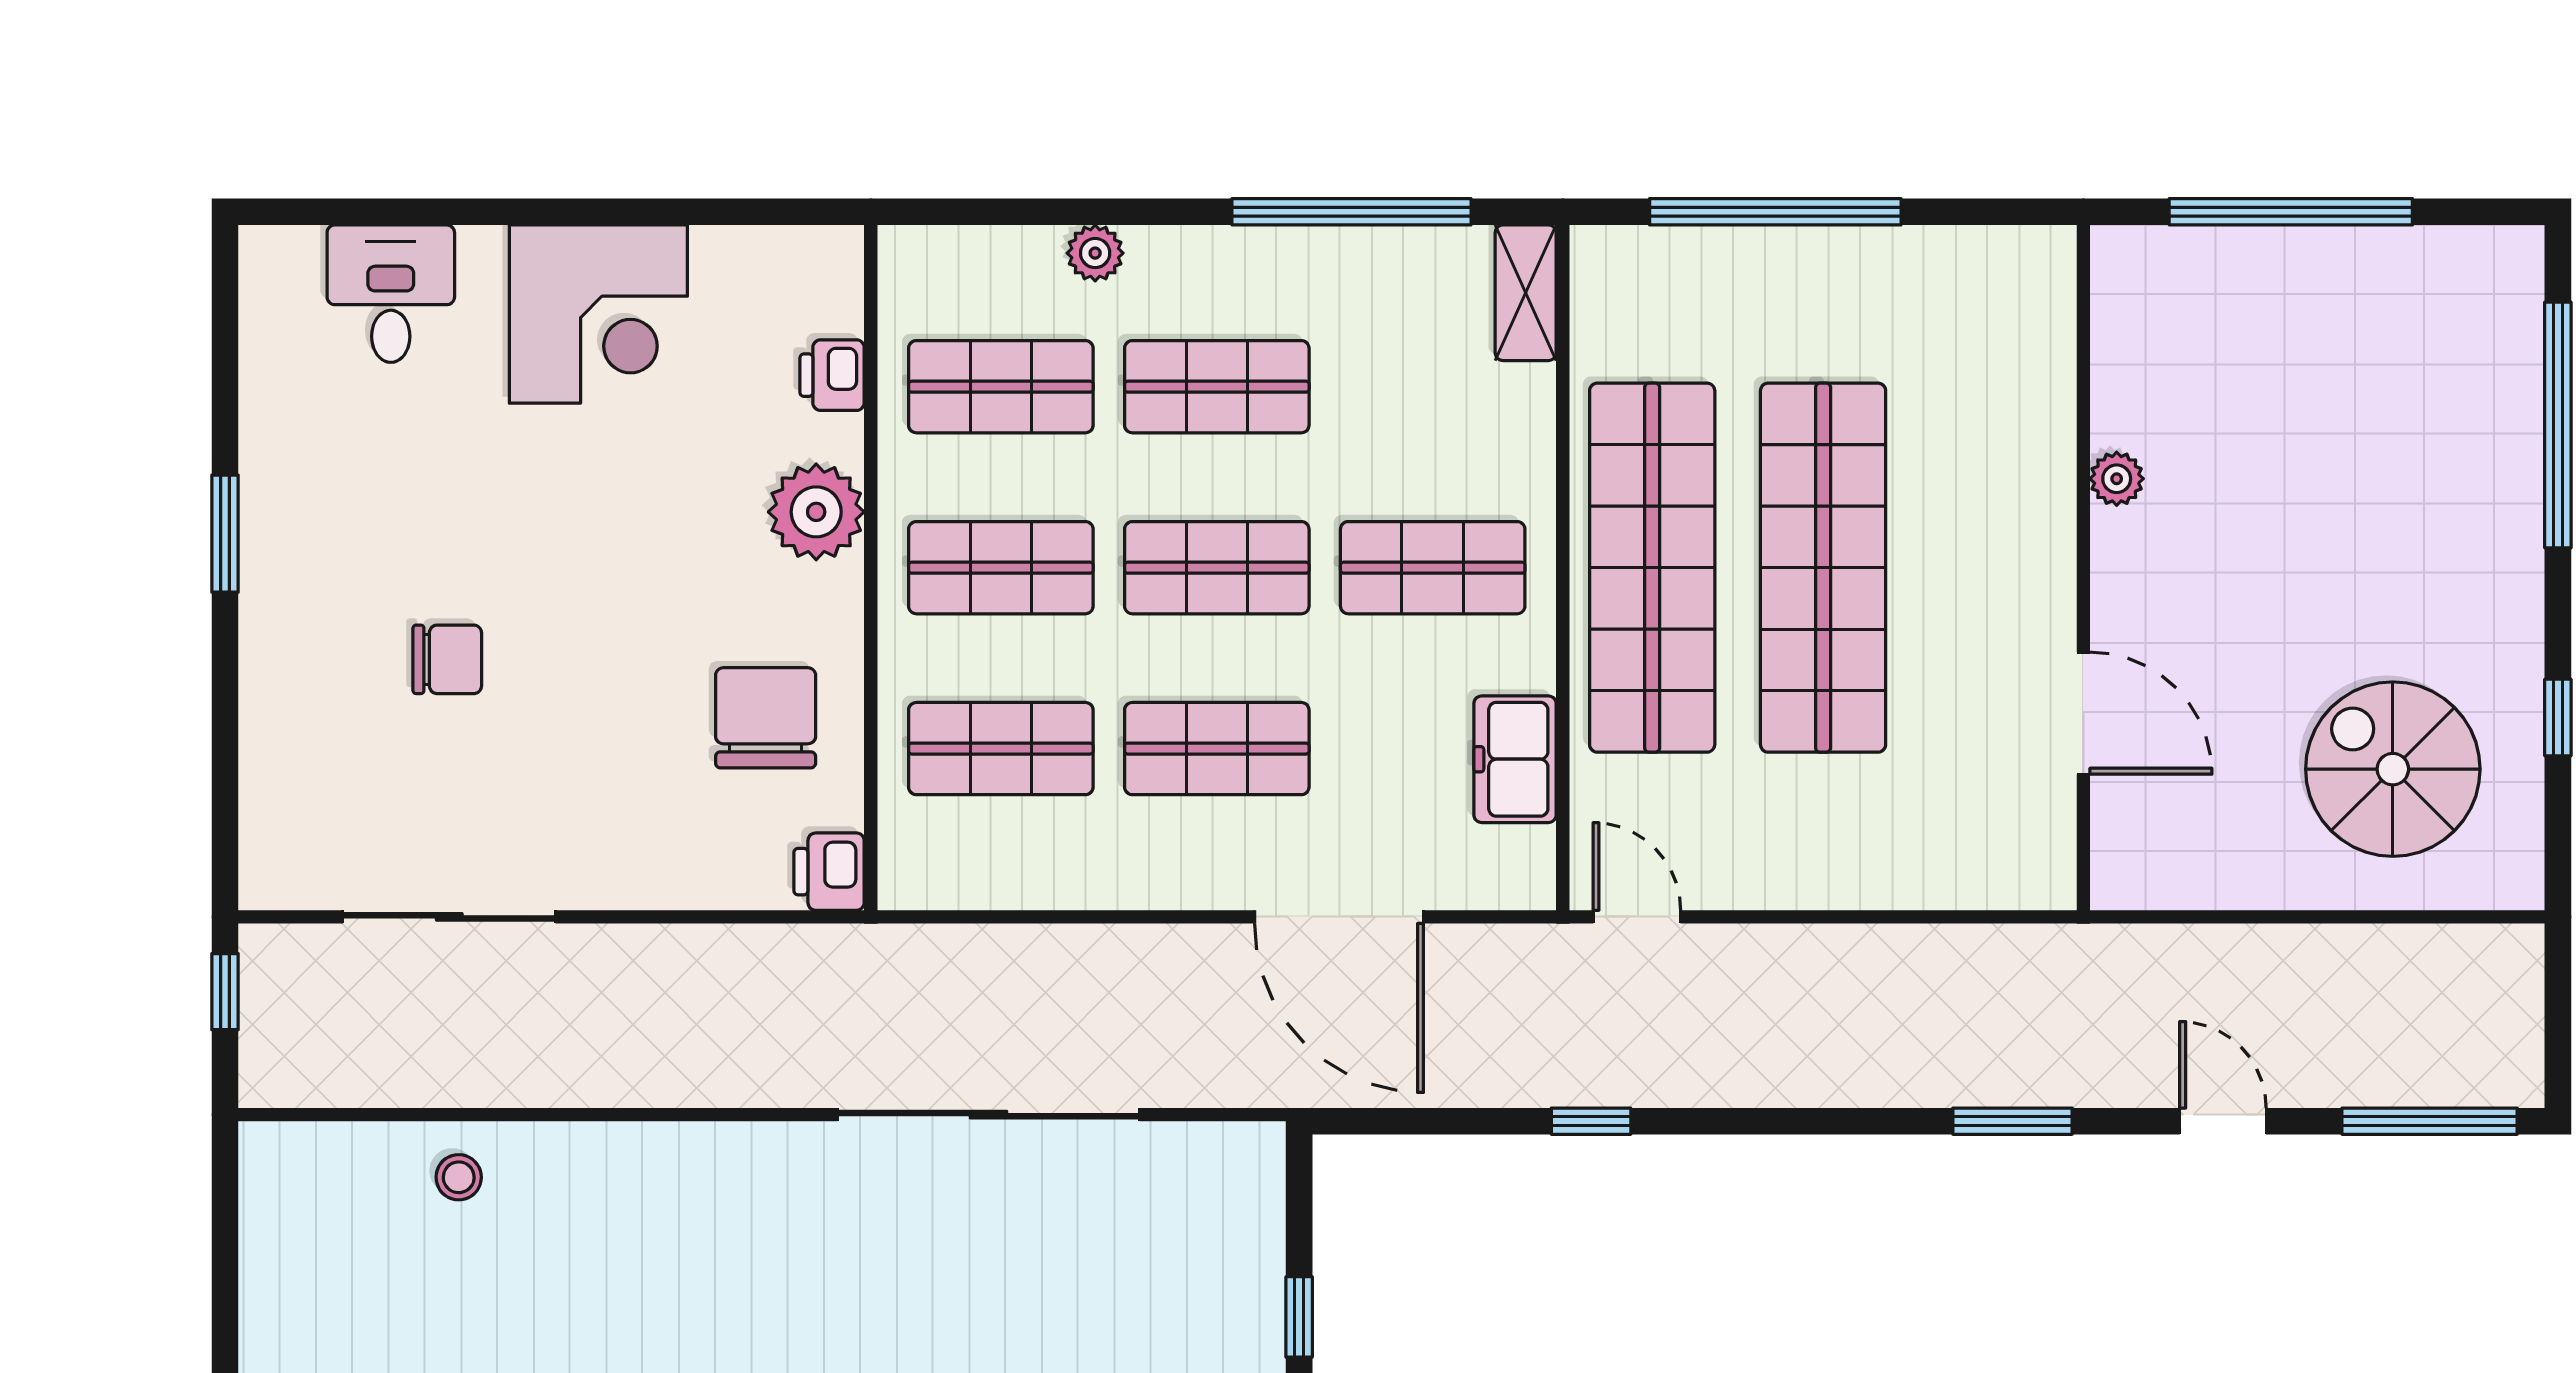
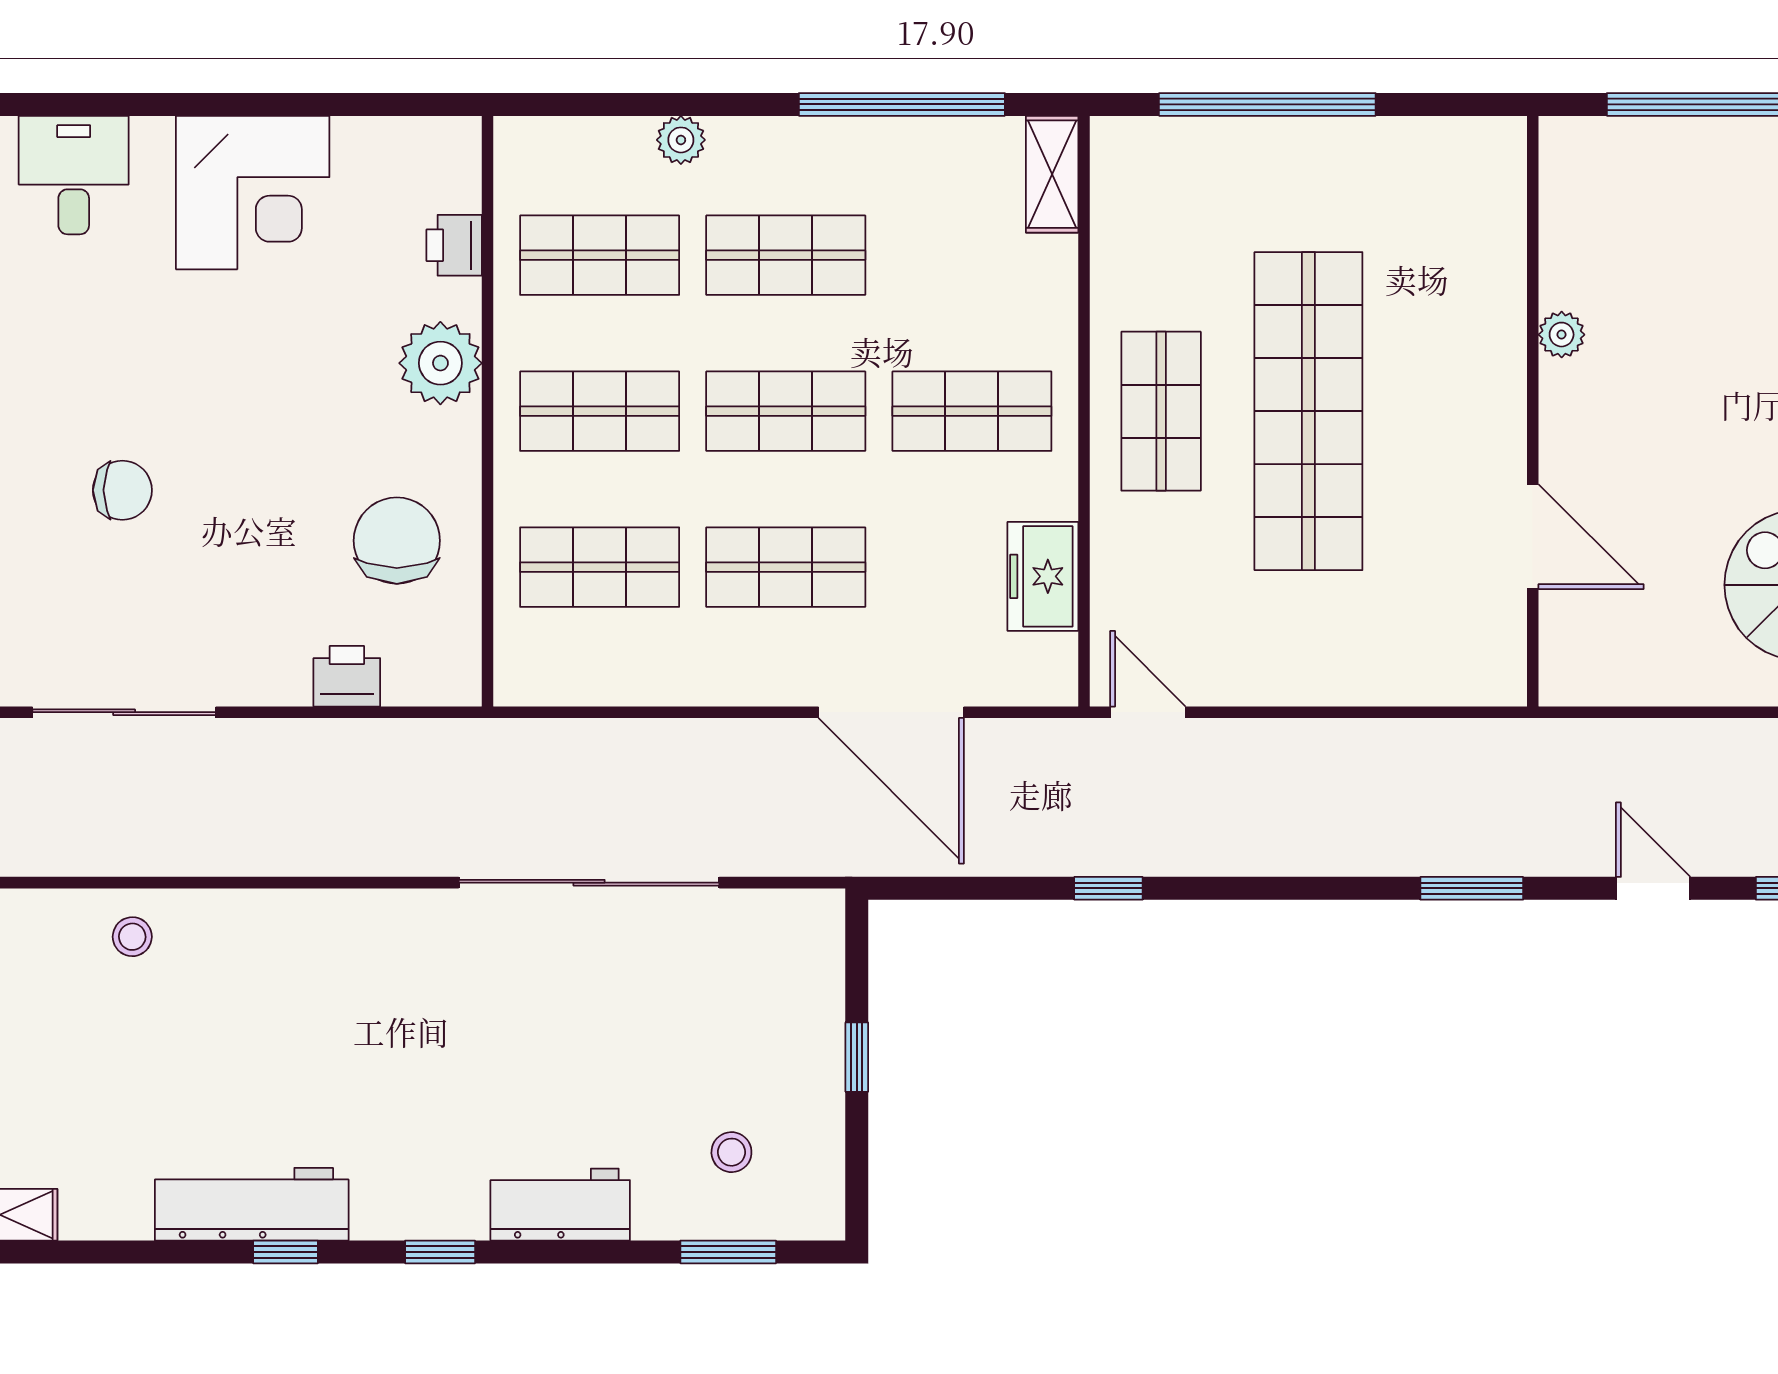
shop shelf: (1652, 568) -> (1161, 411), width x0.50, depth x0.74
printer: (829, 872) -> (347, 676), moved, turned 90

